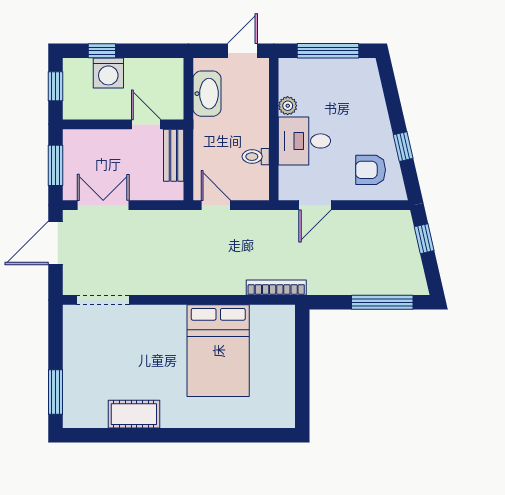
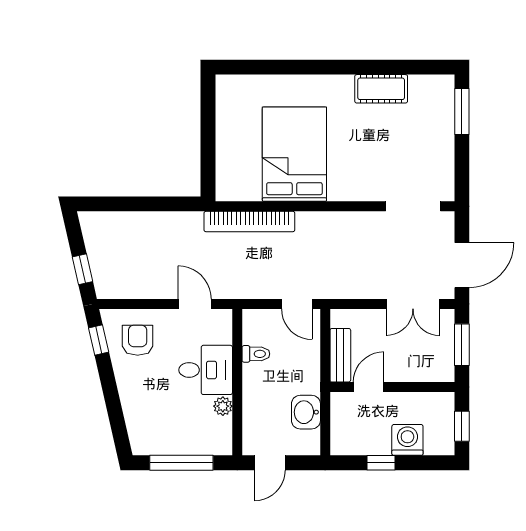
window: (102, 51) -> (381, 463), moved
washbasin: (207, 94) -> (306, 412), width x0.72
door: (146, 124) -> (369, 387), swing flipped
window: (403, 147) -> (99, 340), moved
armchair: (371, 170) -> (138, 340), turned -90
door: (315, 205) -> (195, 304), hinge flipped
bookcase: (276, 288) -> (249, 222), width x1.48, depth x1.31
window: (382, 302) -> (126, 204), removed

